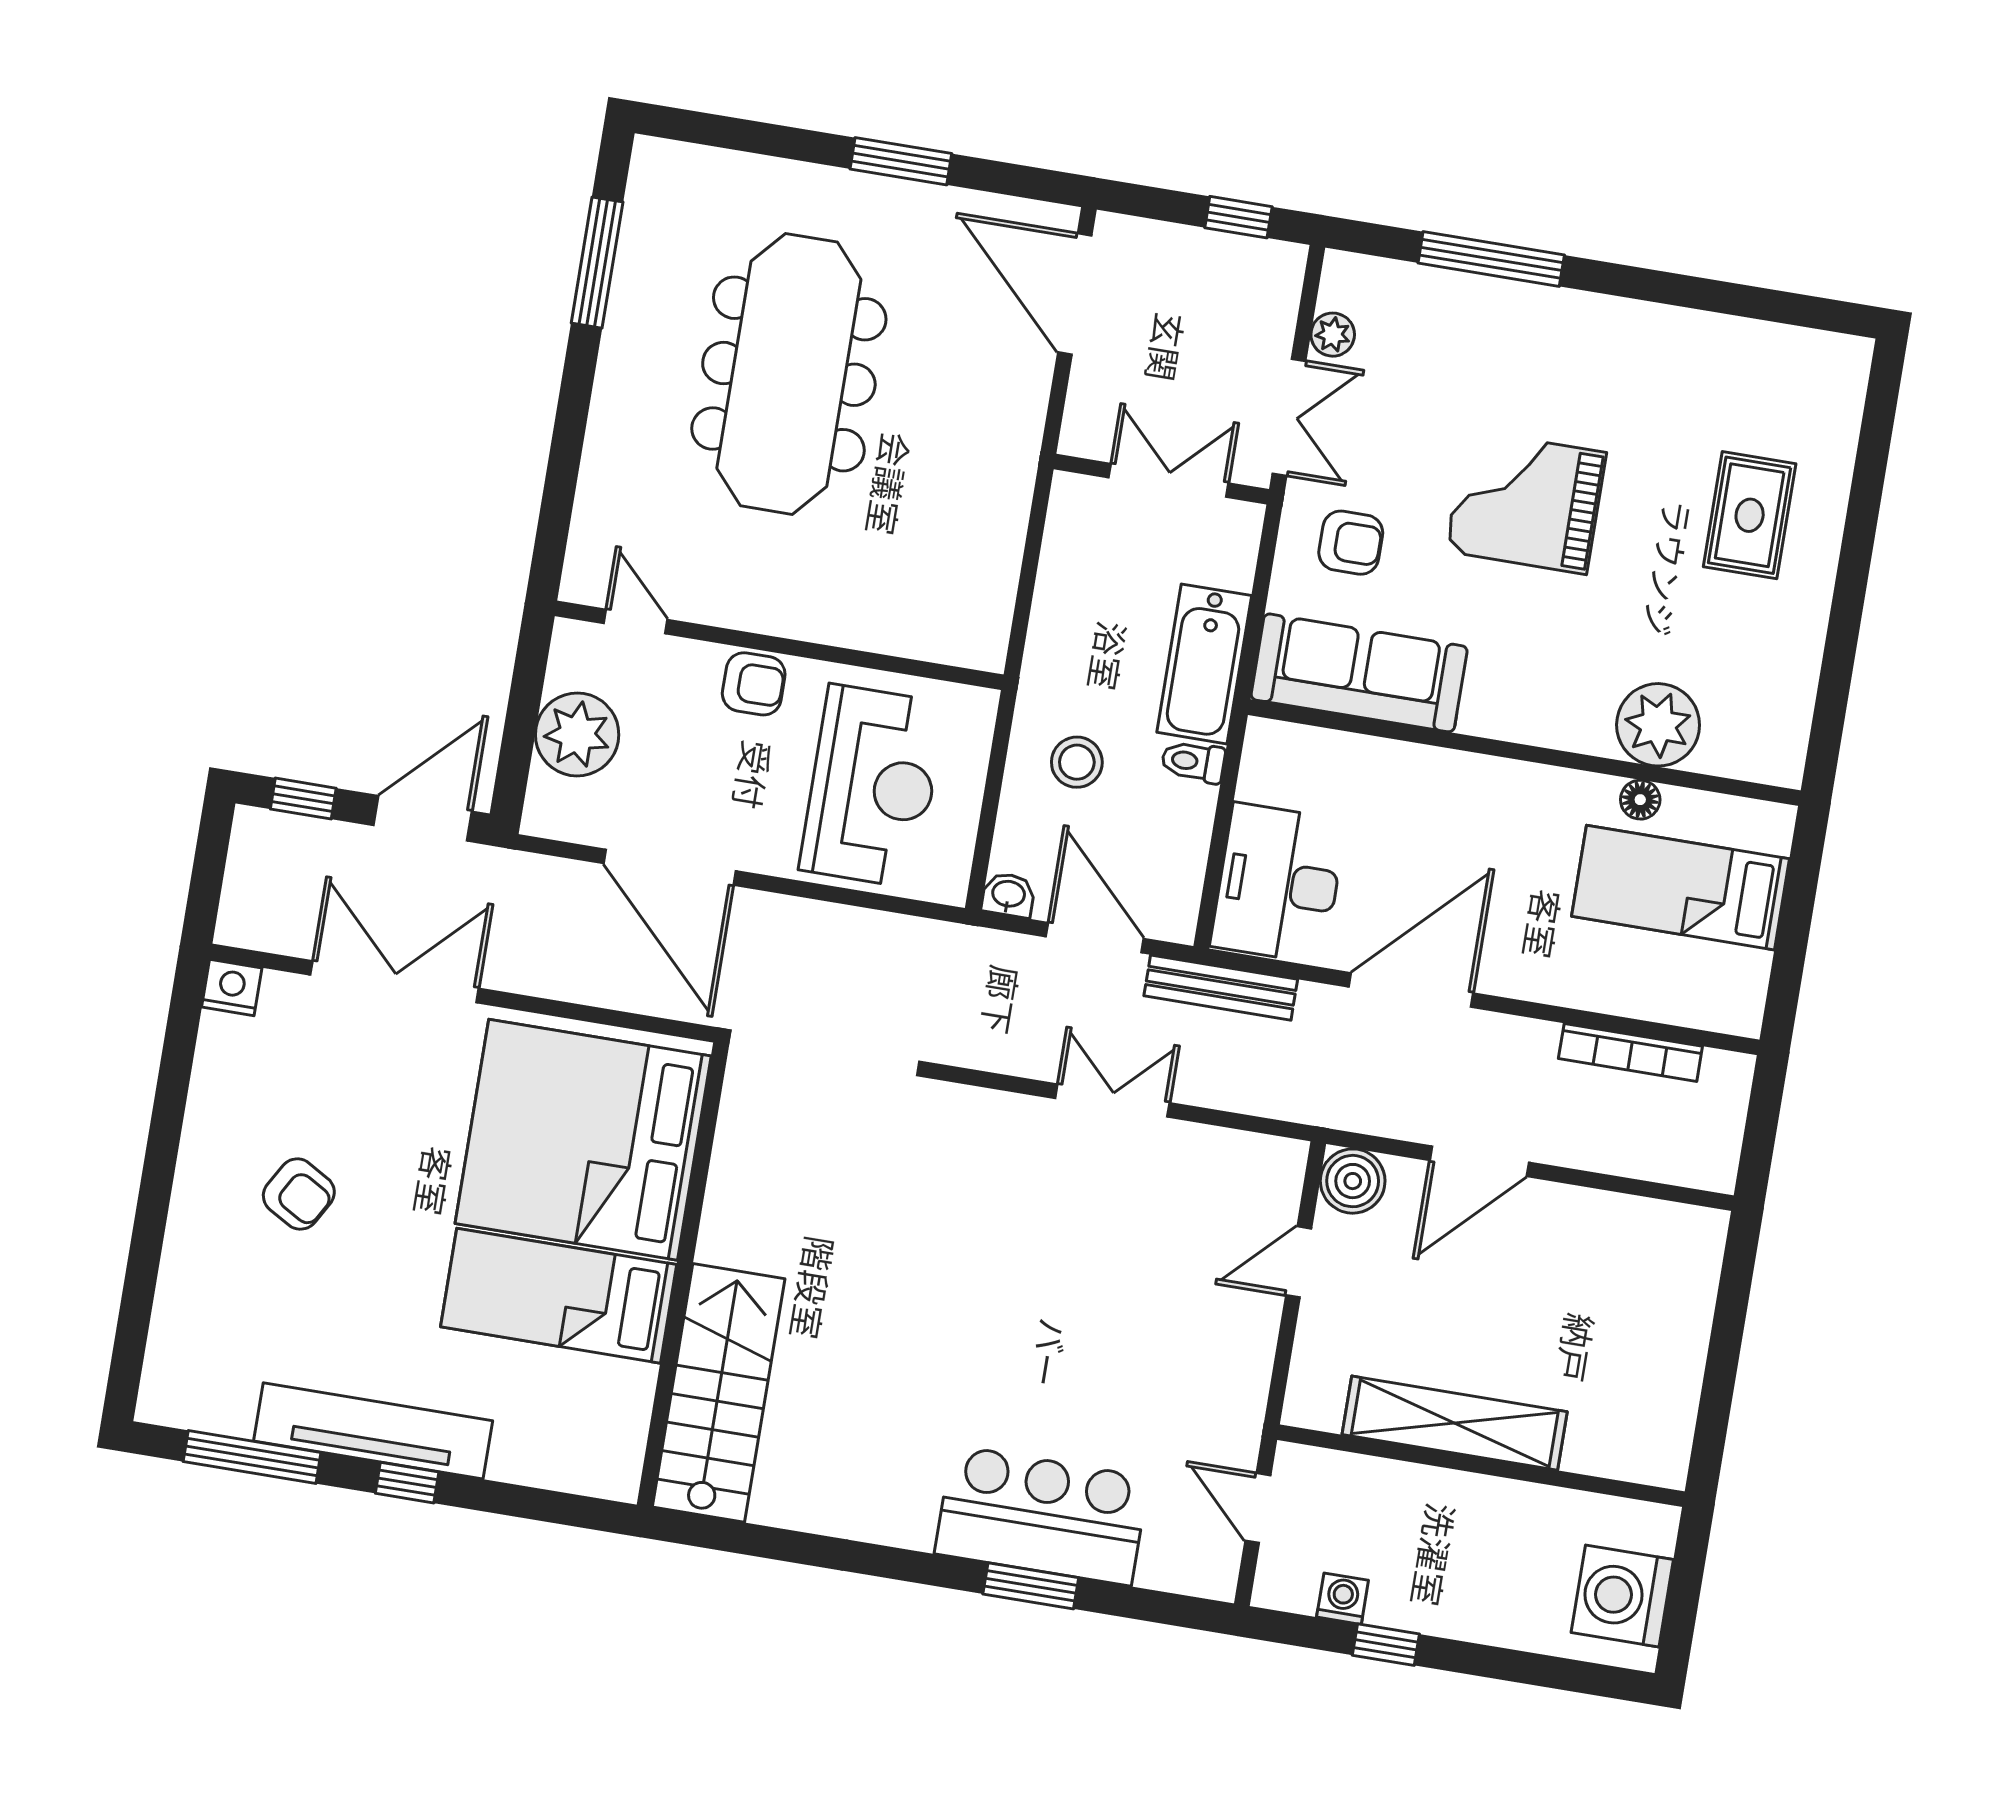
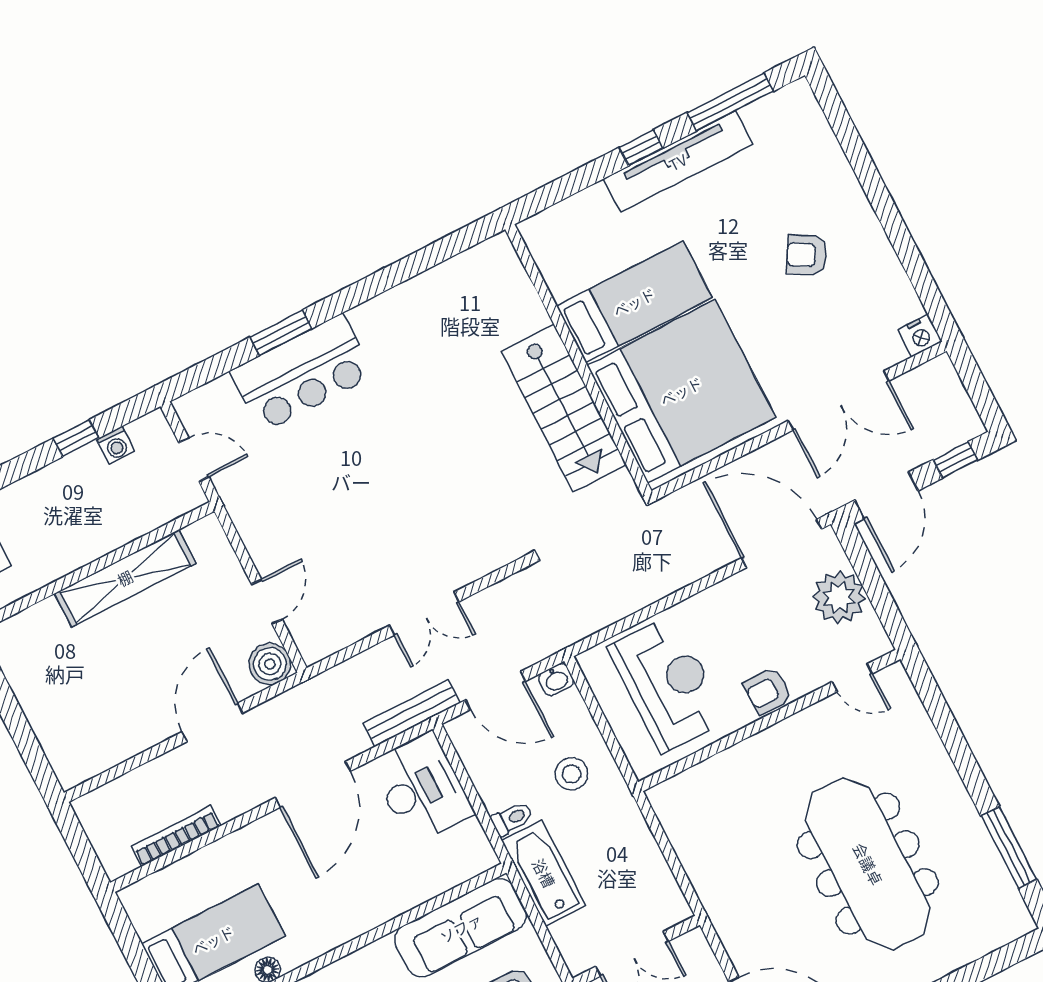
reception desk: (872, 786) -> (667, 684), turned 180
door: (670, 867) -> (782, 544), moved
stairs: (719, 1393) -> (564, 408), moved

